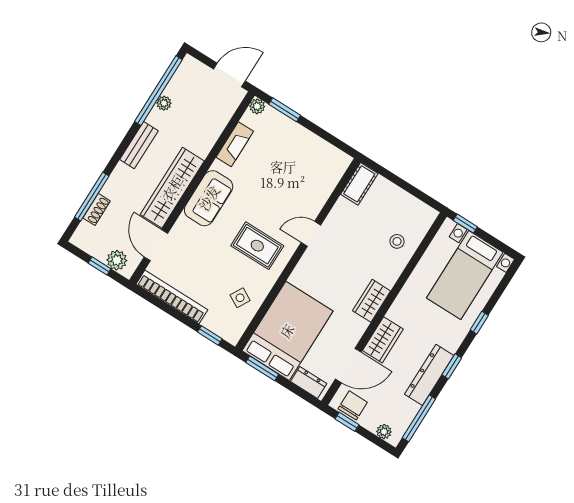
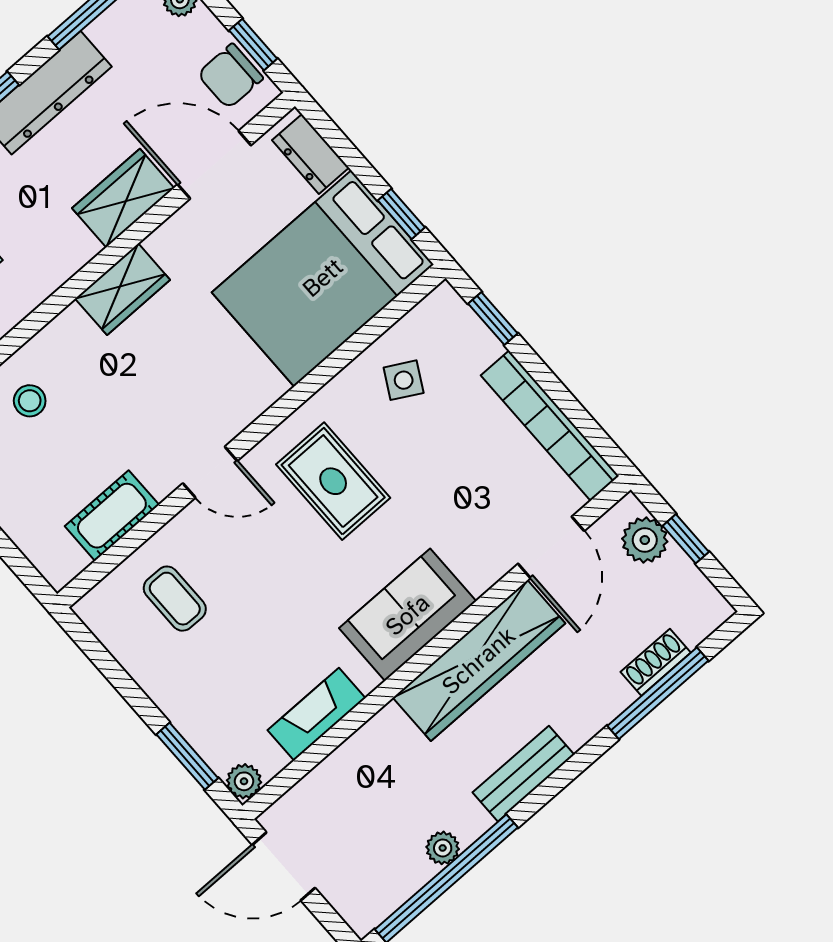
coffee table: (310, 175) -> (175, 599), added
cot: (359, 184) -> (112, 516), moved
window: (262, 368) -> (401, 214), width x0.67

